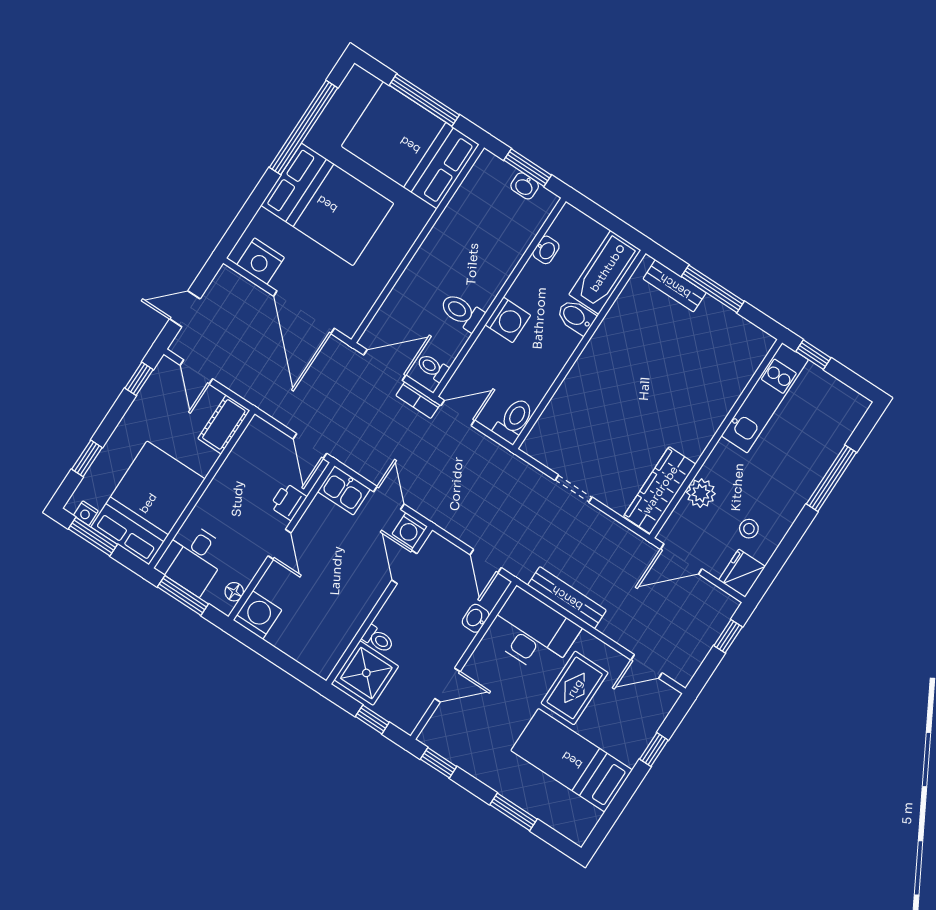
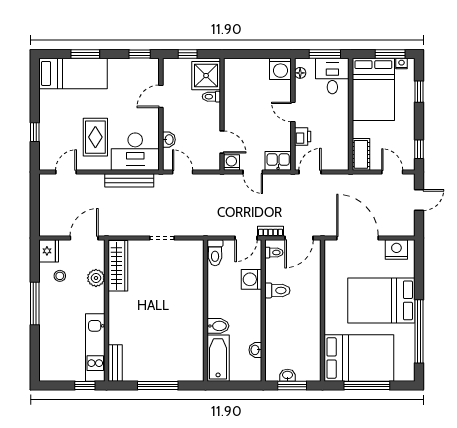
bench: (675, 286) -> (115, 363), moved, turned 90
washing machine: (508, 320) -> (251, 279), moved
door: (310, 446) -> (310, 172), hinge flipped
window: (831, 478) -> (35, 304), moved
window: (728, 636) -> (35, 214), removed
bed: (572, 760) -> (73, 73), moved

